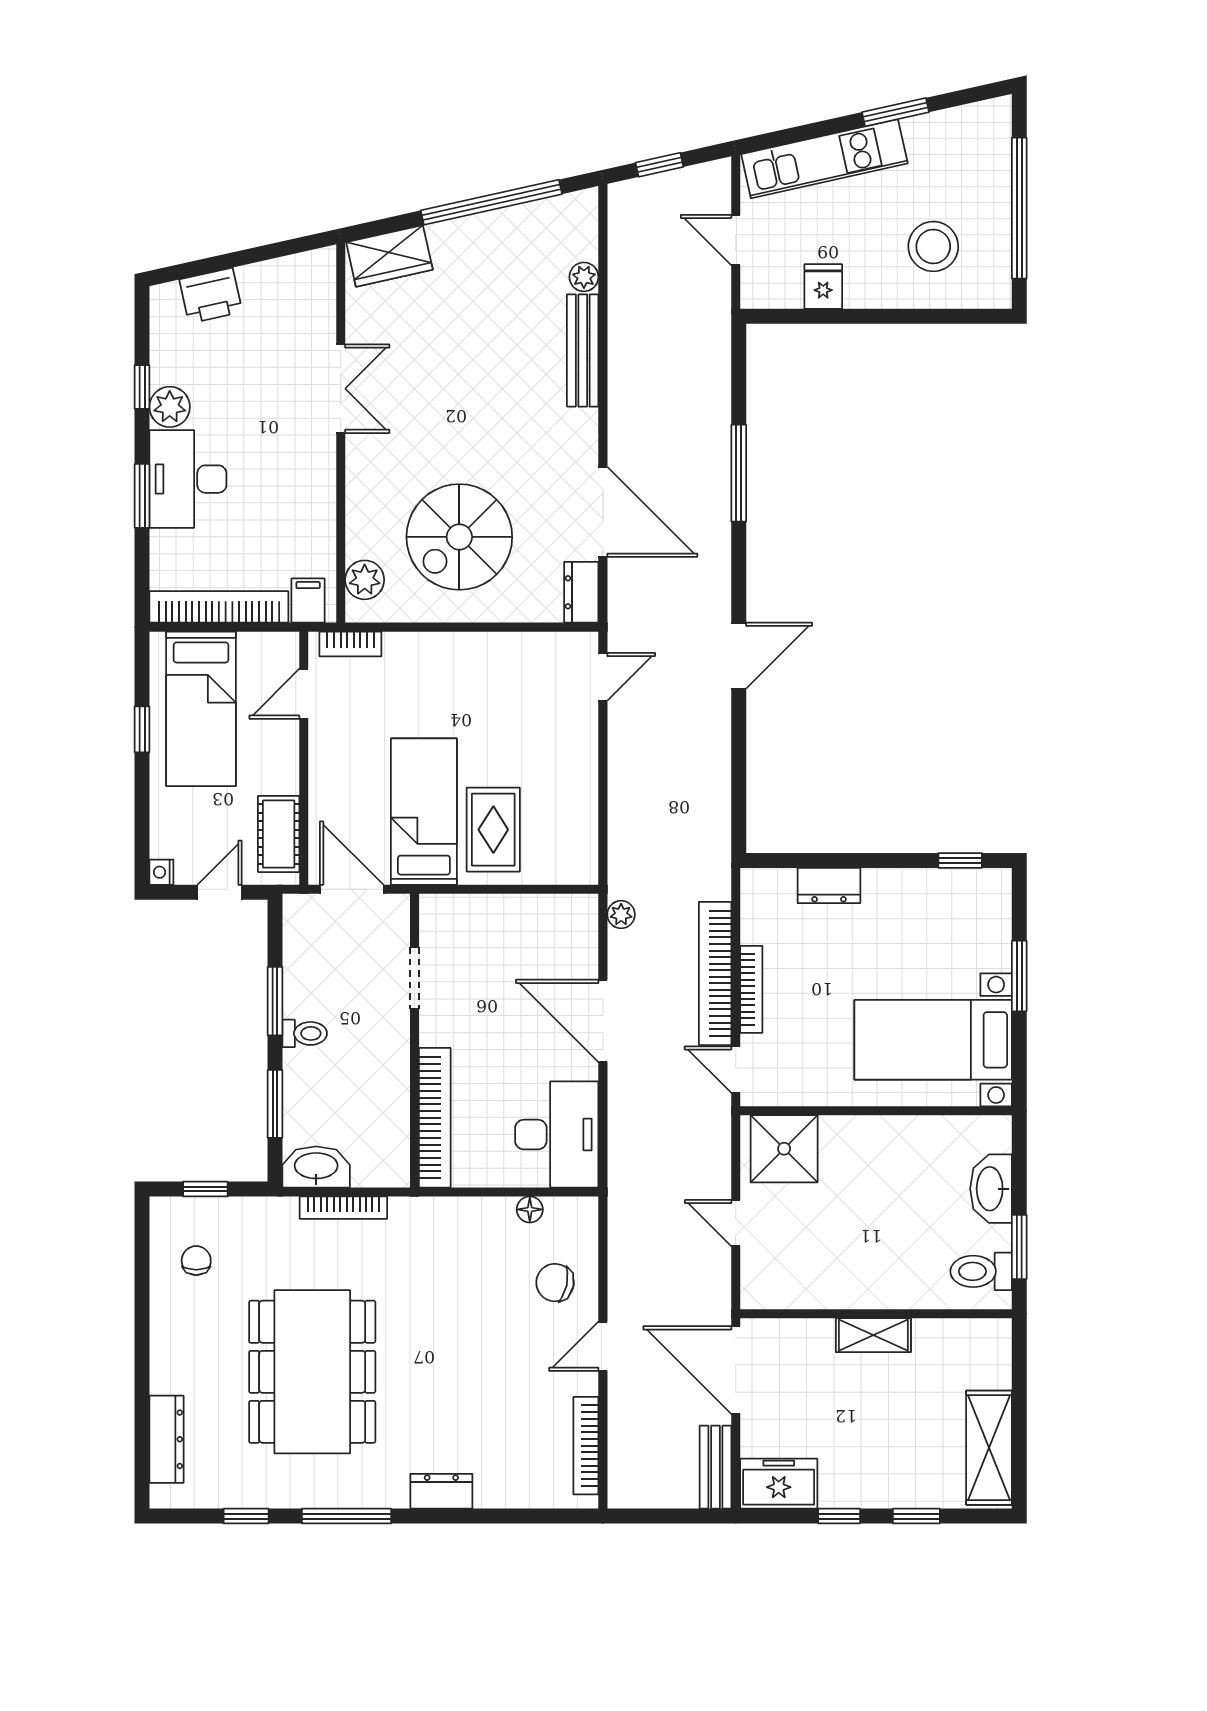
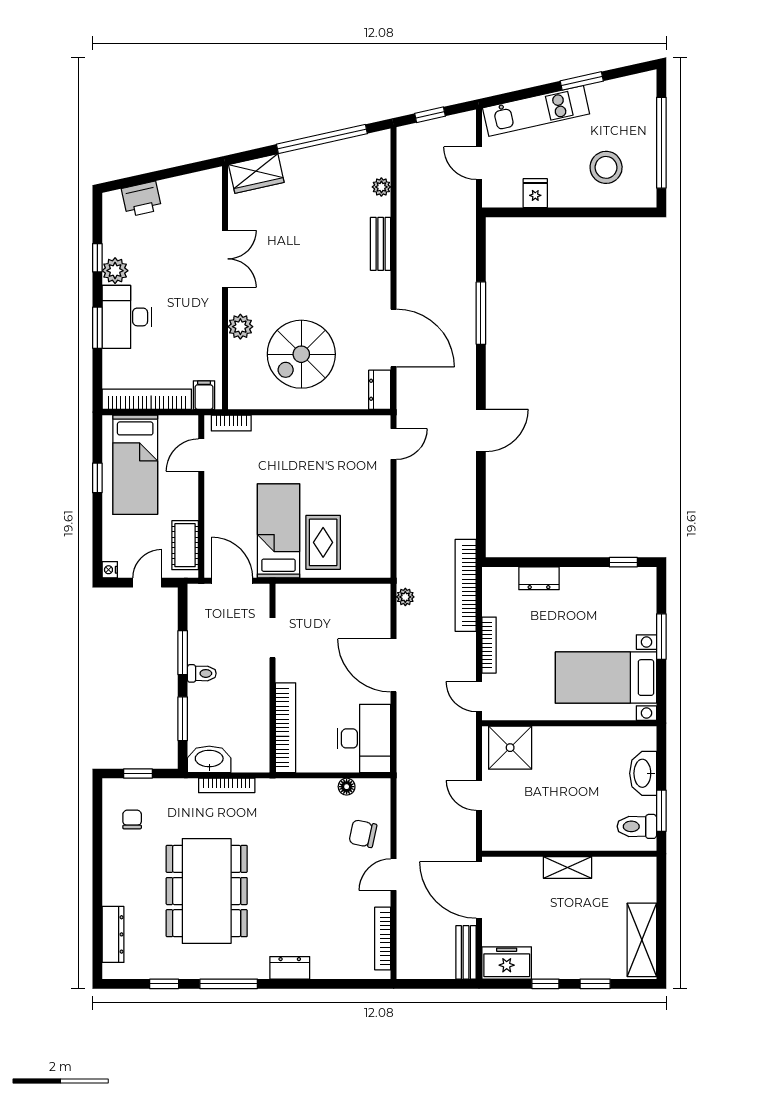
bench: (583, 350) -> (381, 244), width x0.73
plant: (365, 580) -> (240, 327), moved
bookcase: (715, 973) -> (466, 585), moved

